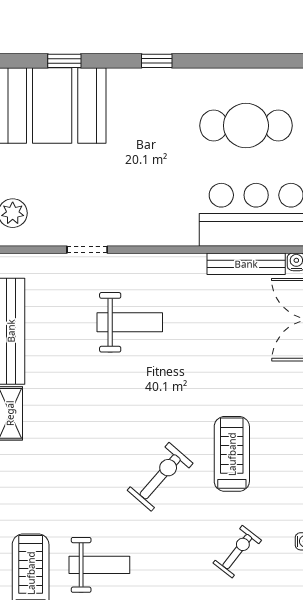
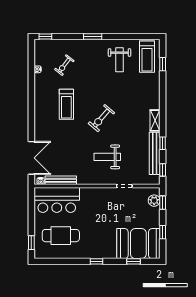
exercise bike: (160, 477) -> (101, 118), moved
weight bench: (99, 565) -> (119, 60), turned -90

